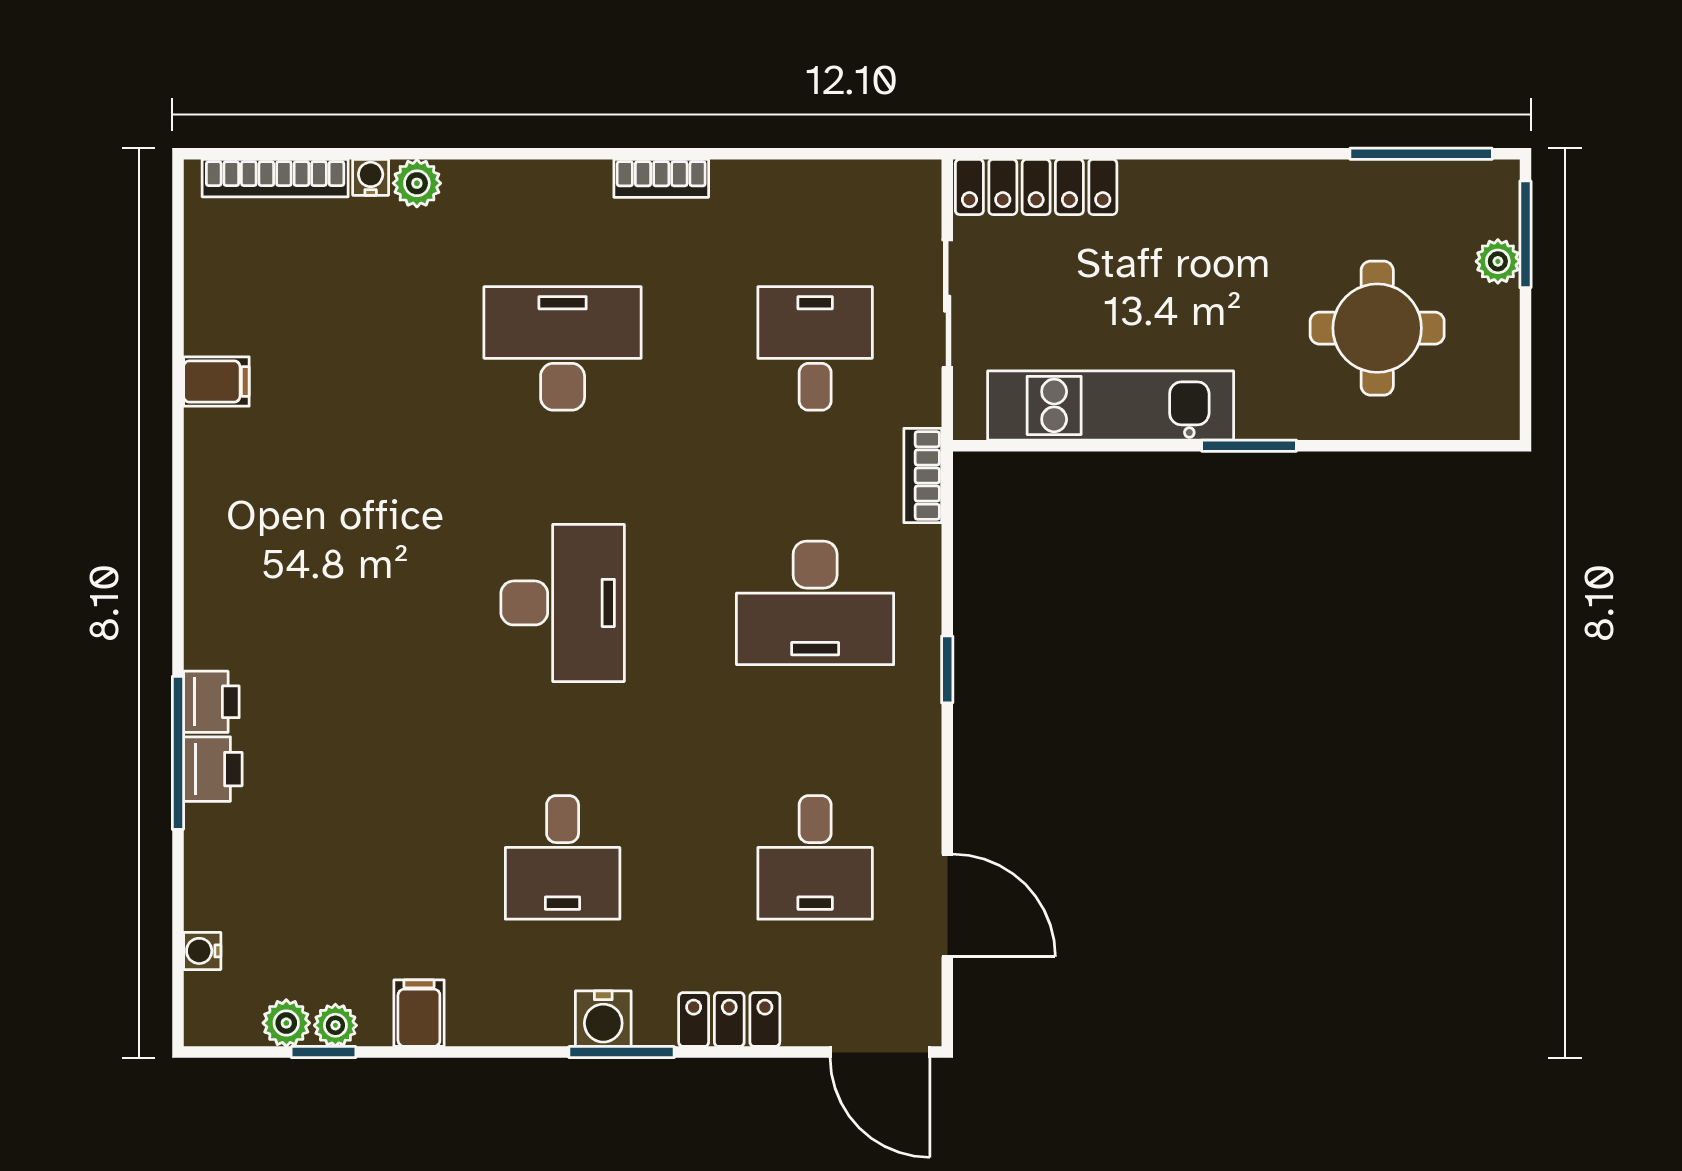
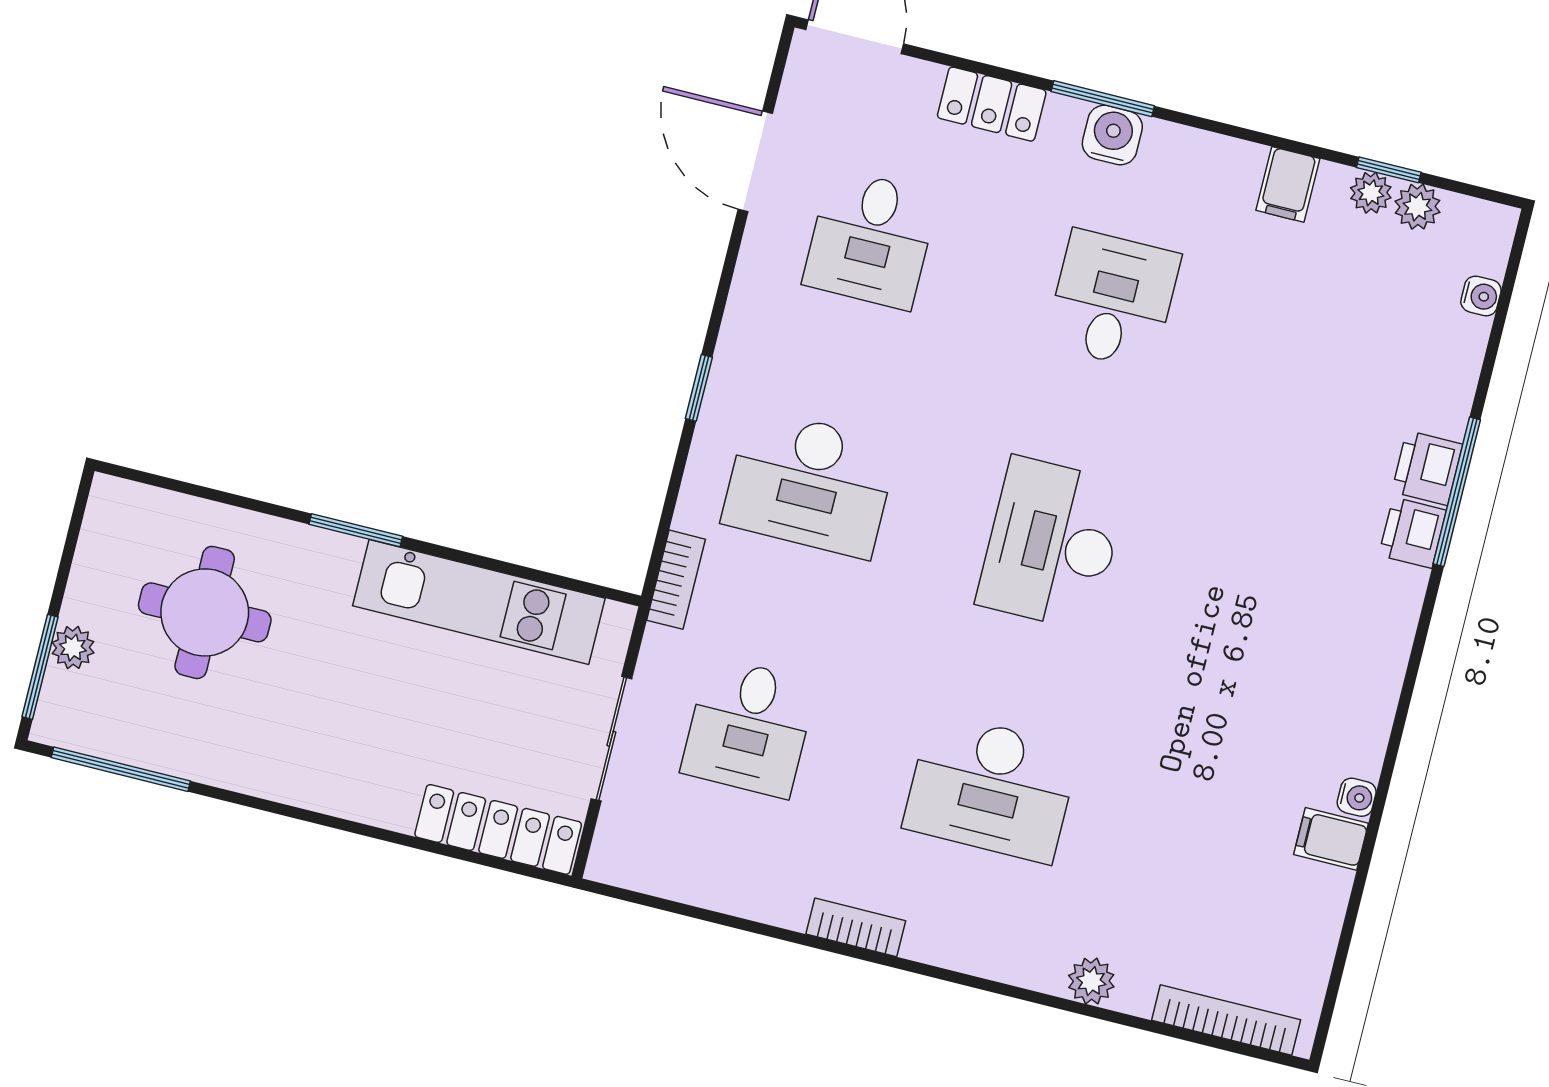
water cooler: (371, 177) -> (1357, 797), moved, turned -90
desk: (815, 603) -> (810, 483), turned 180
desk: (815, 857) -> (871, 239), turned 180

